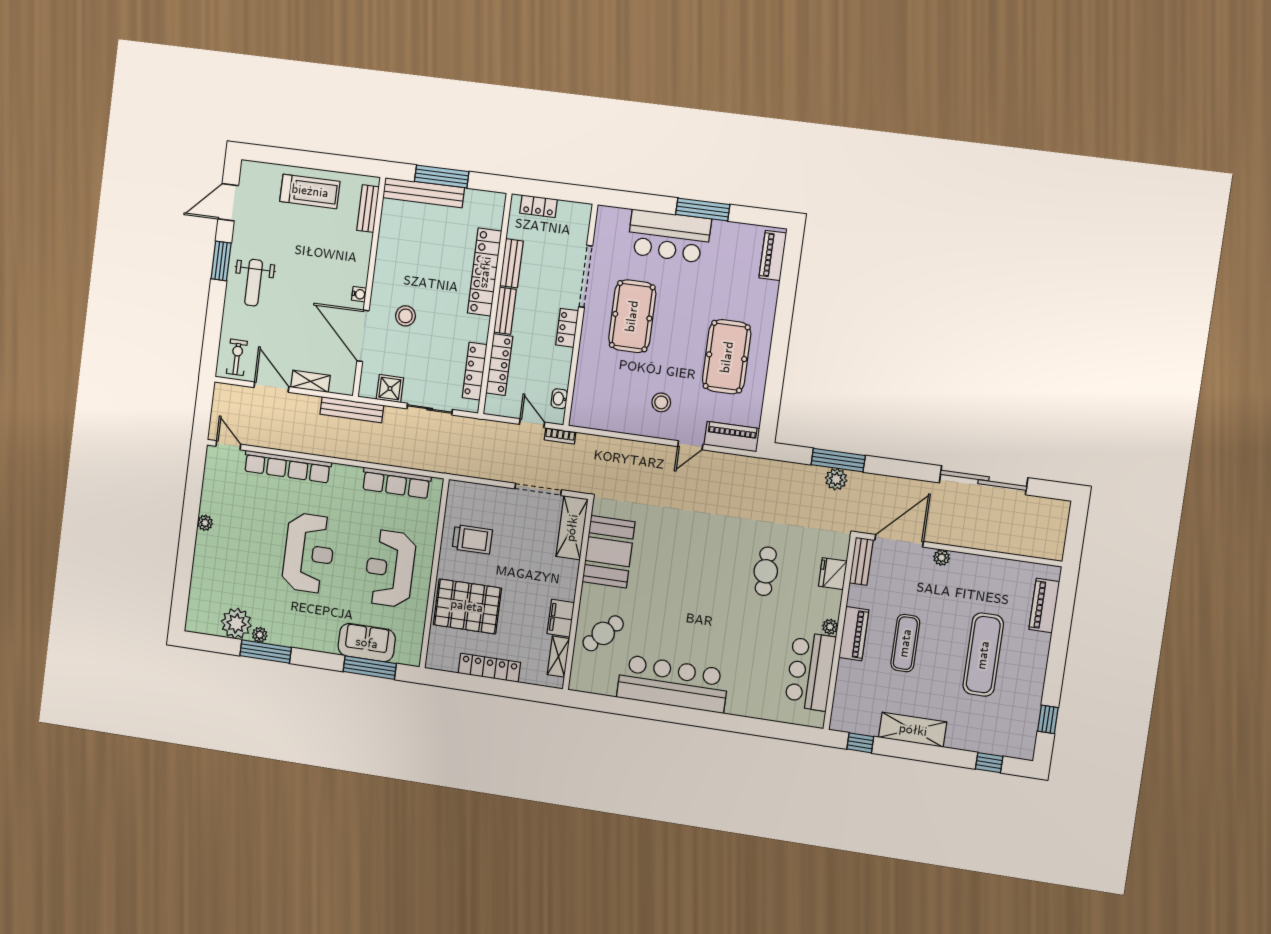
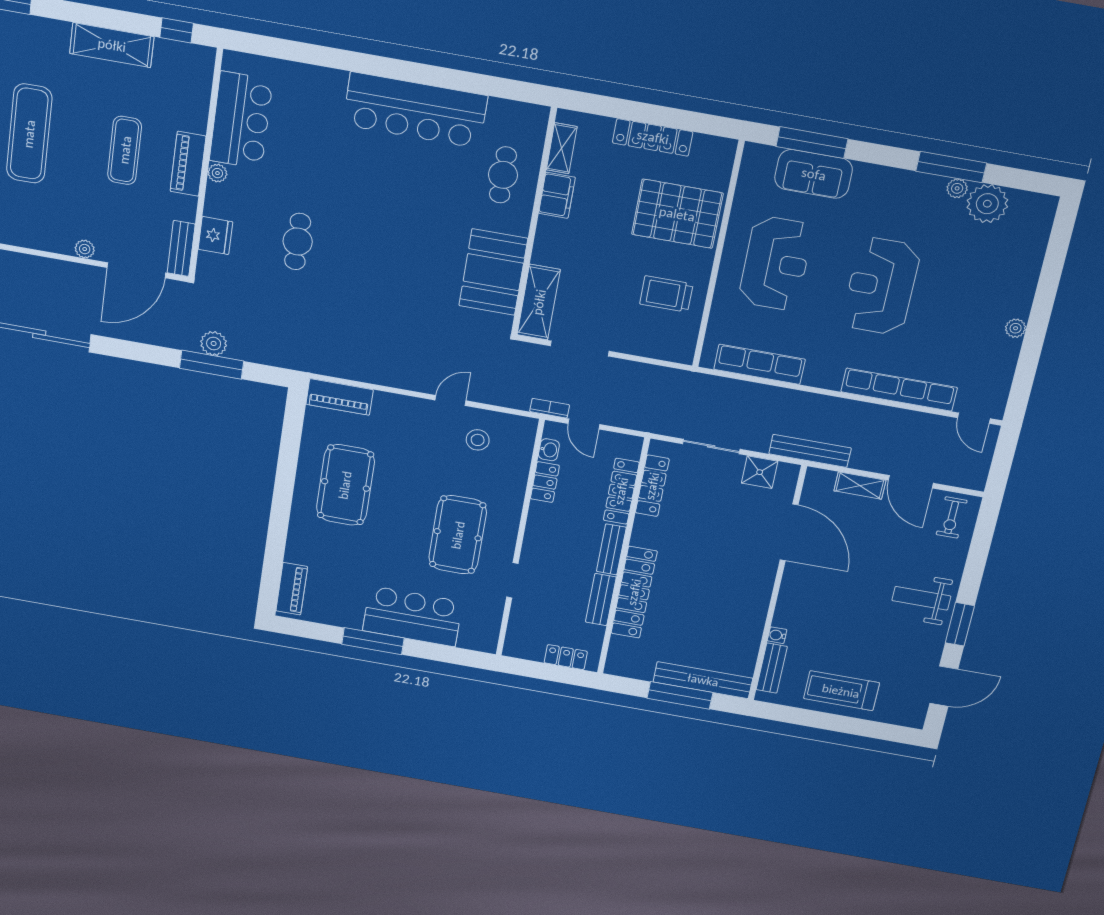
doorway: (586, 276) -> (512, 580), width x0.53
weight bench: (254, 283) -> (921, 598), turned -90
water cooler: (359, 294) -> (777, 635), moved
stool: (405, 316) -> (734, 551), removed
locker: (567, 328) -> (545, 482), moved
stool: (661, 402) -> (478, 440), moved
door: (690, 445) -> (450, 400), moved
cafe table: (603, 633) -> (503, 175), turned -44

